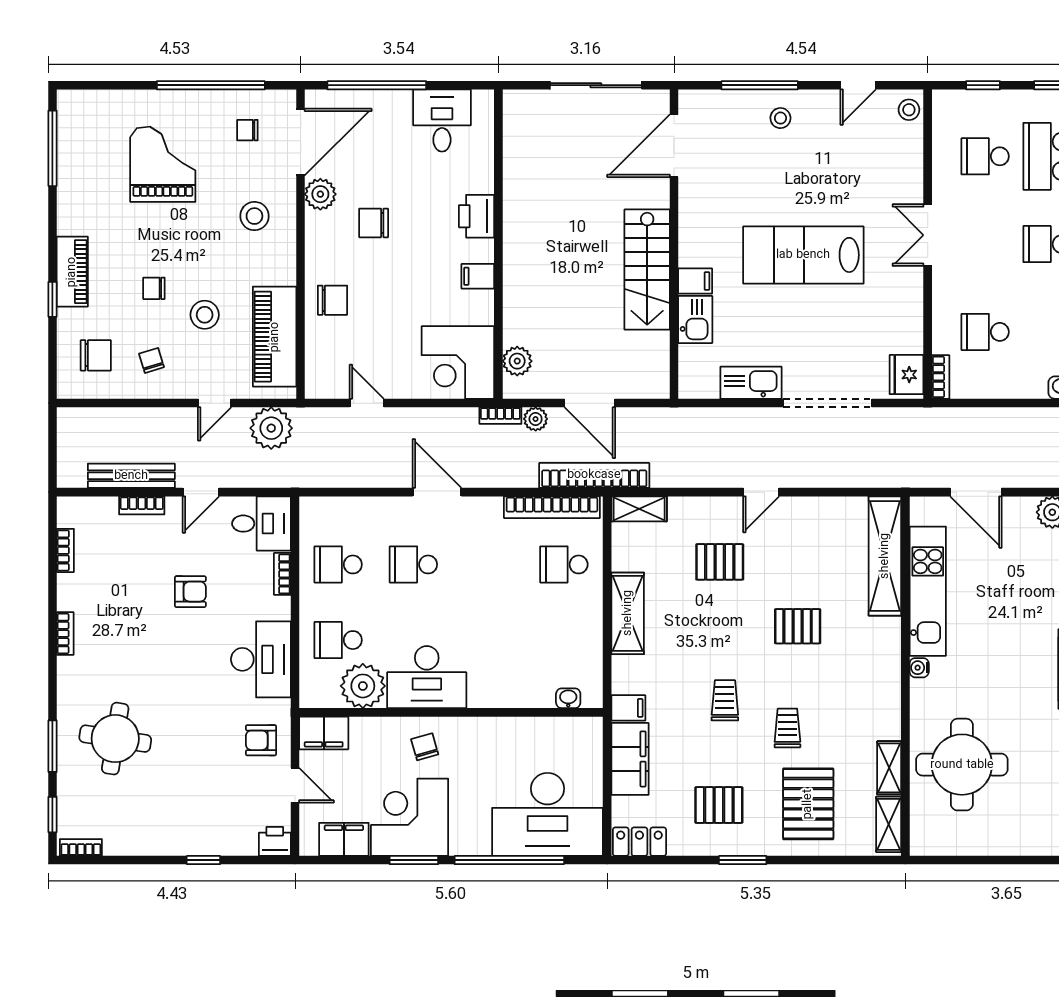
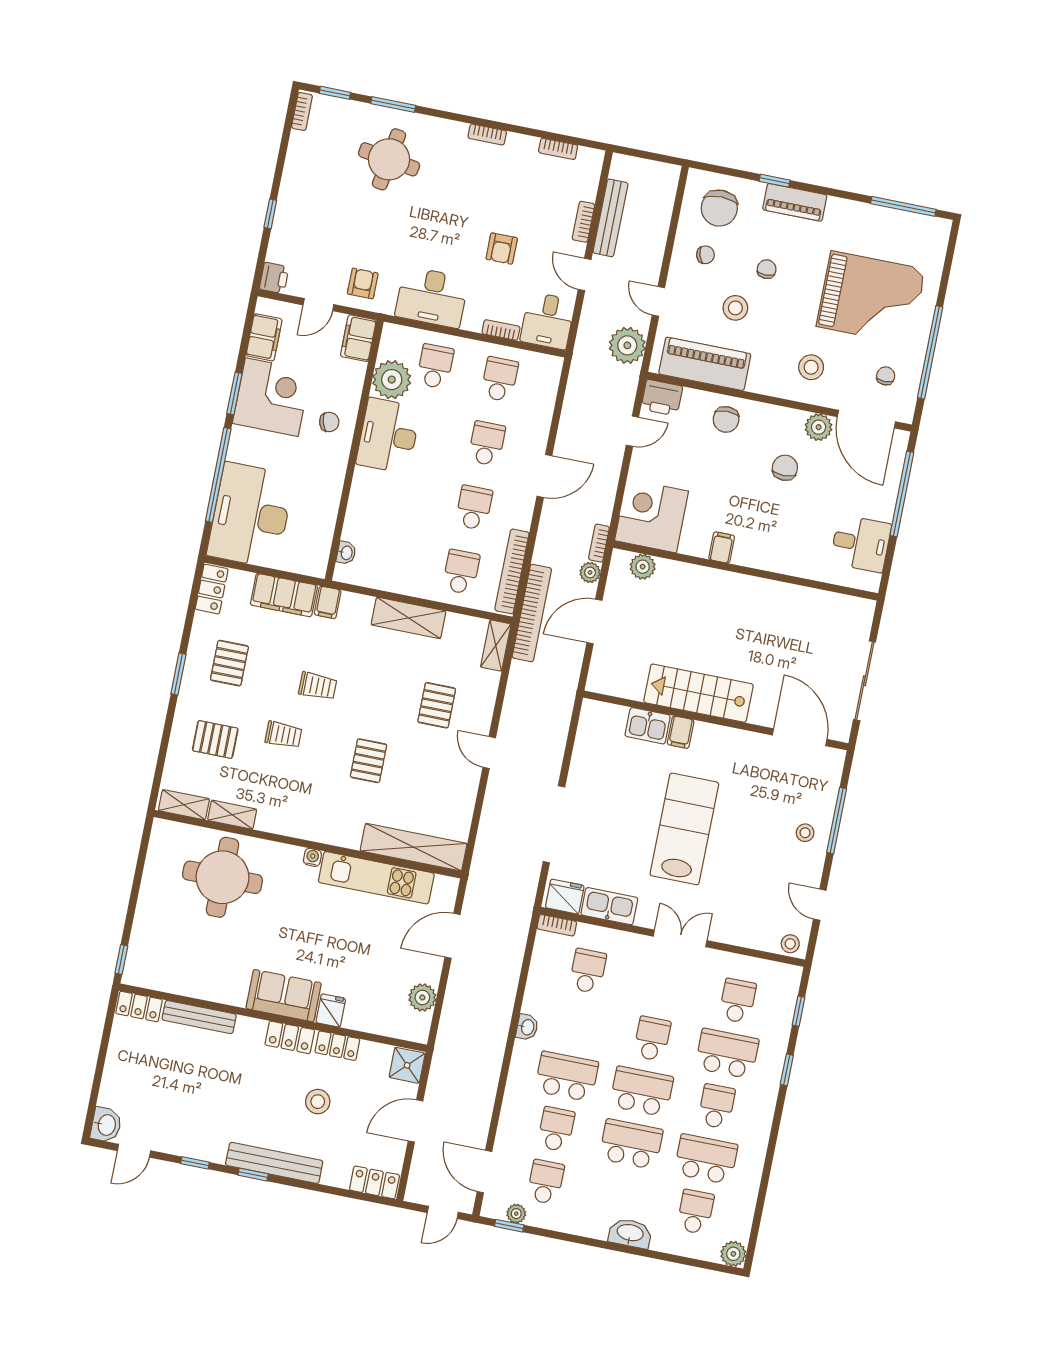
grand piano: (163, 164) -> (871, 298), width x1.37, depth x1.48
printer: (477, 216) -> (662, 398), moved, turned 180
chair: (96, 355) -> (719, 208), width x1.37, depth x1.37
kitchen sink: (751, 383) -> (609, 906), moved, turned -90
school desk: (489, 564) -> (474, 508), added
pallet: (808, 804) -> (215, 739), width x0.67, depth x0.71

